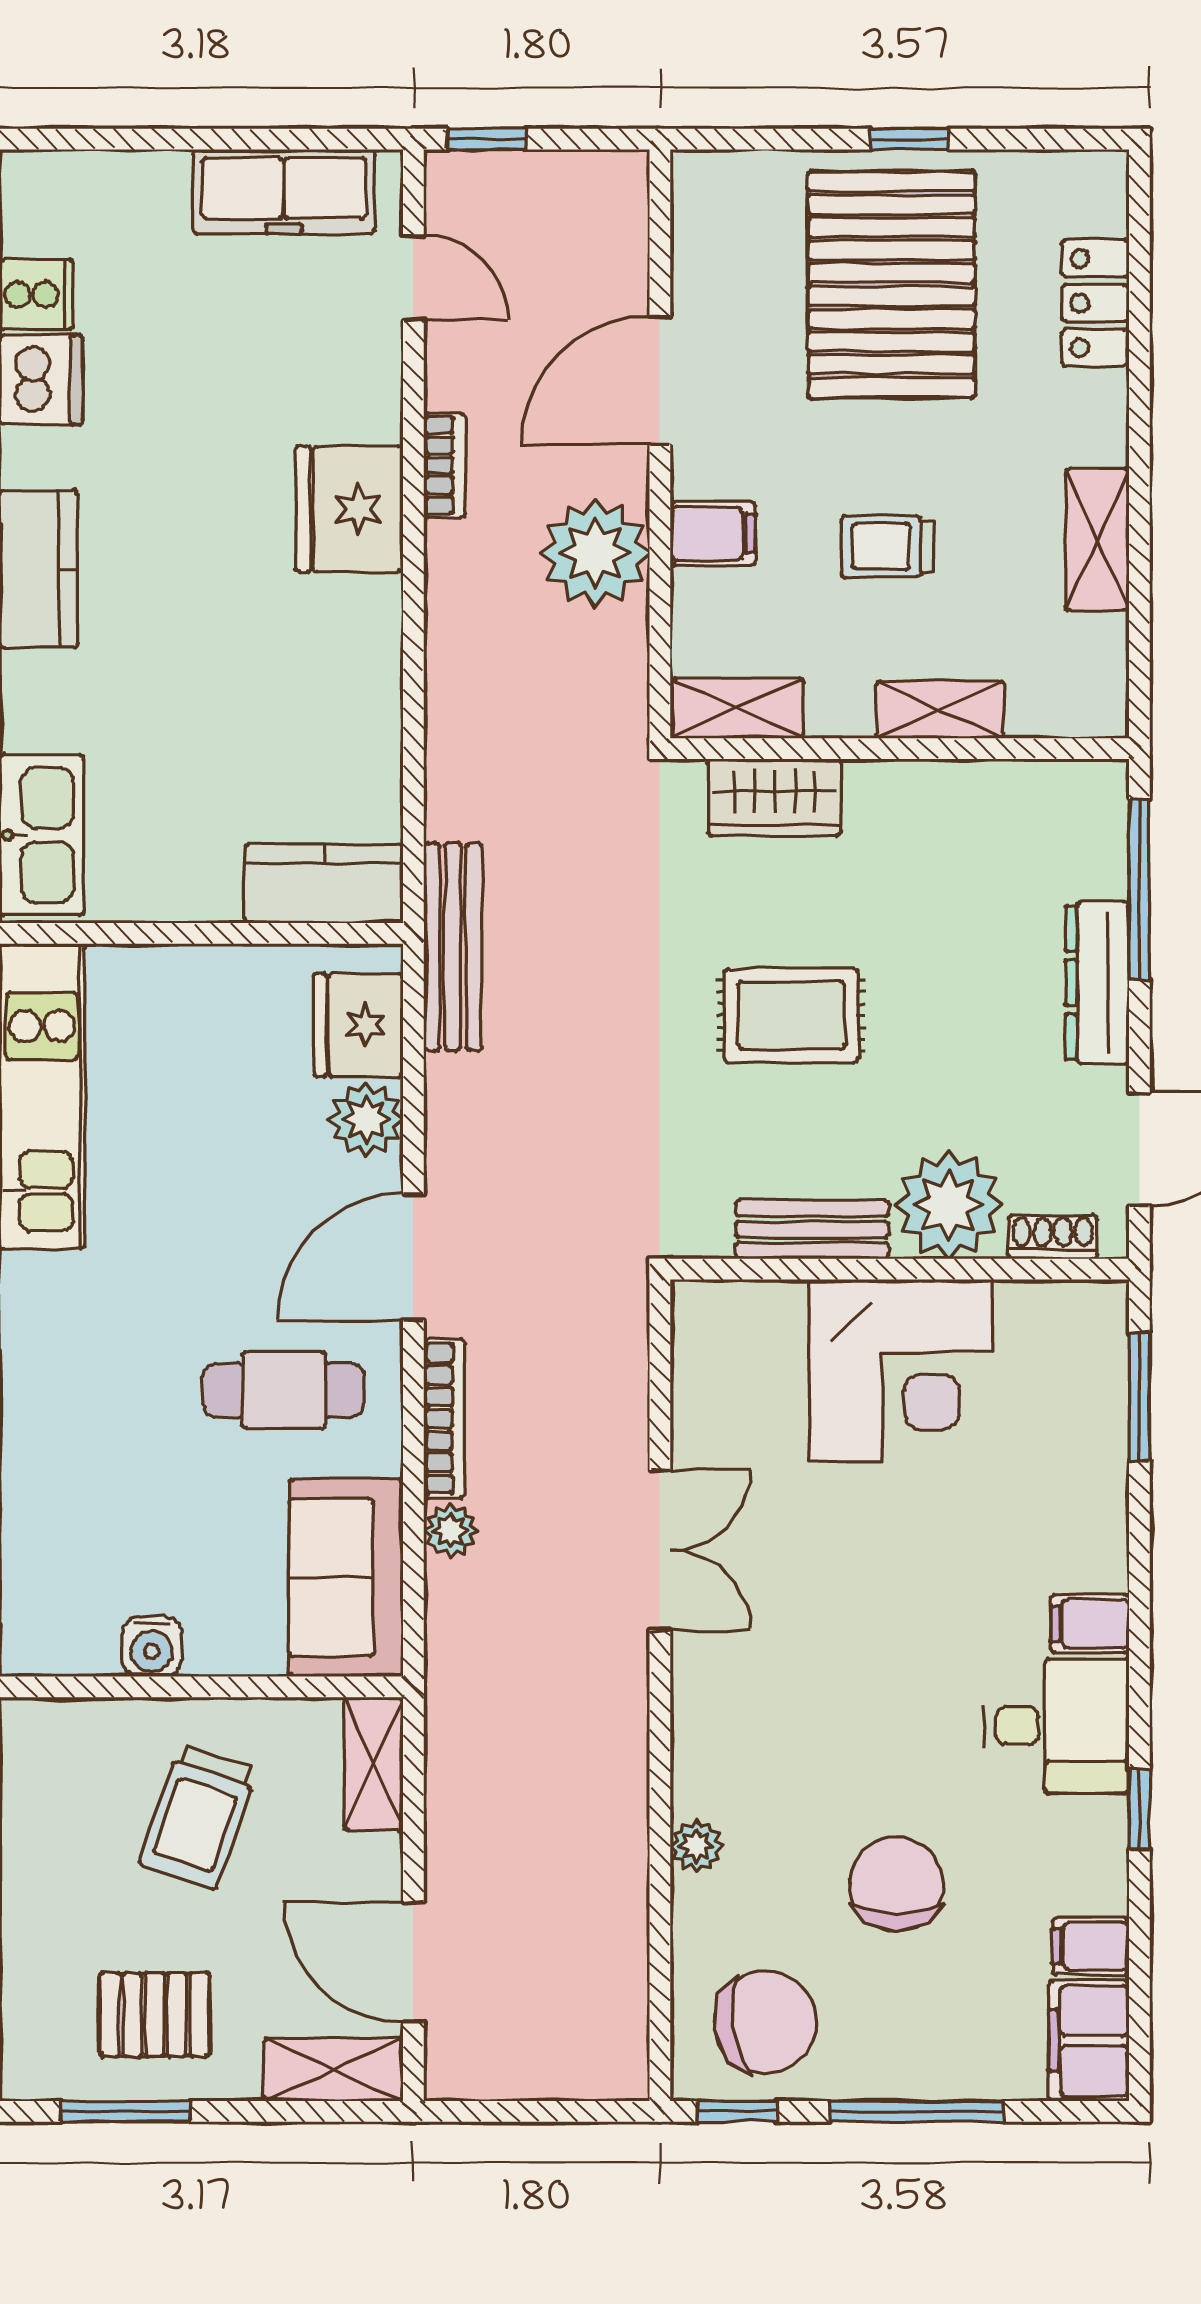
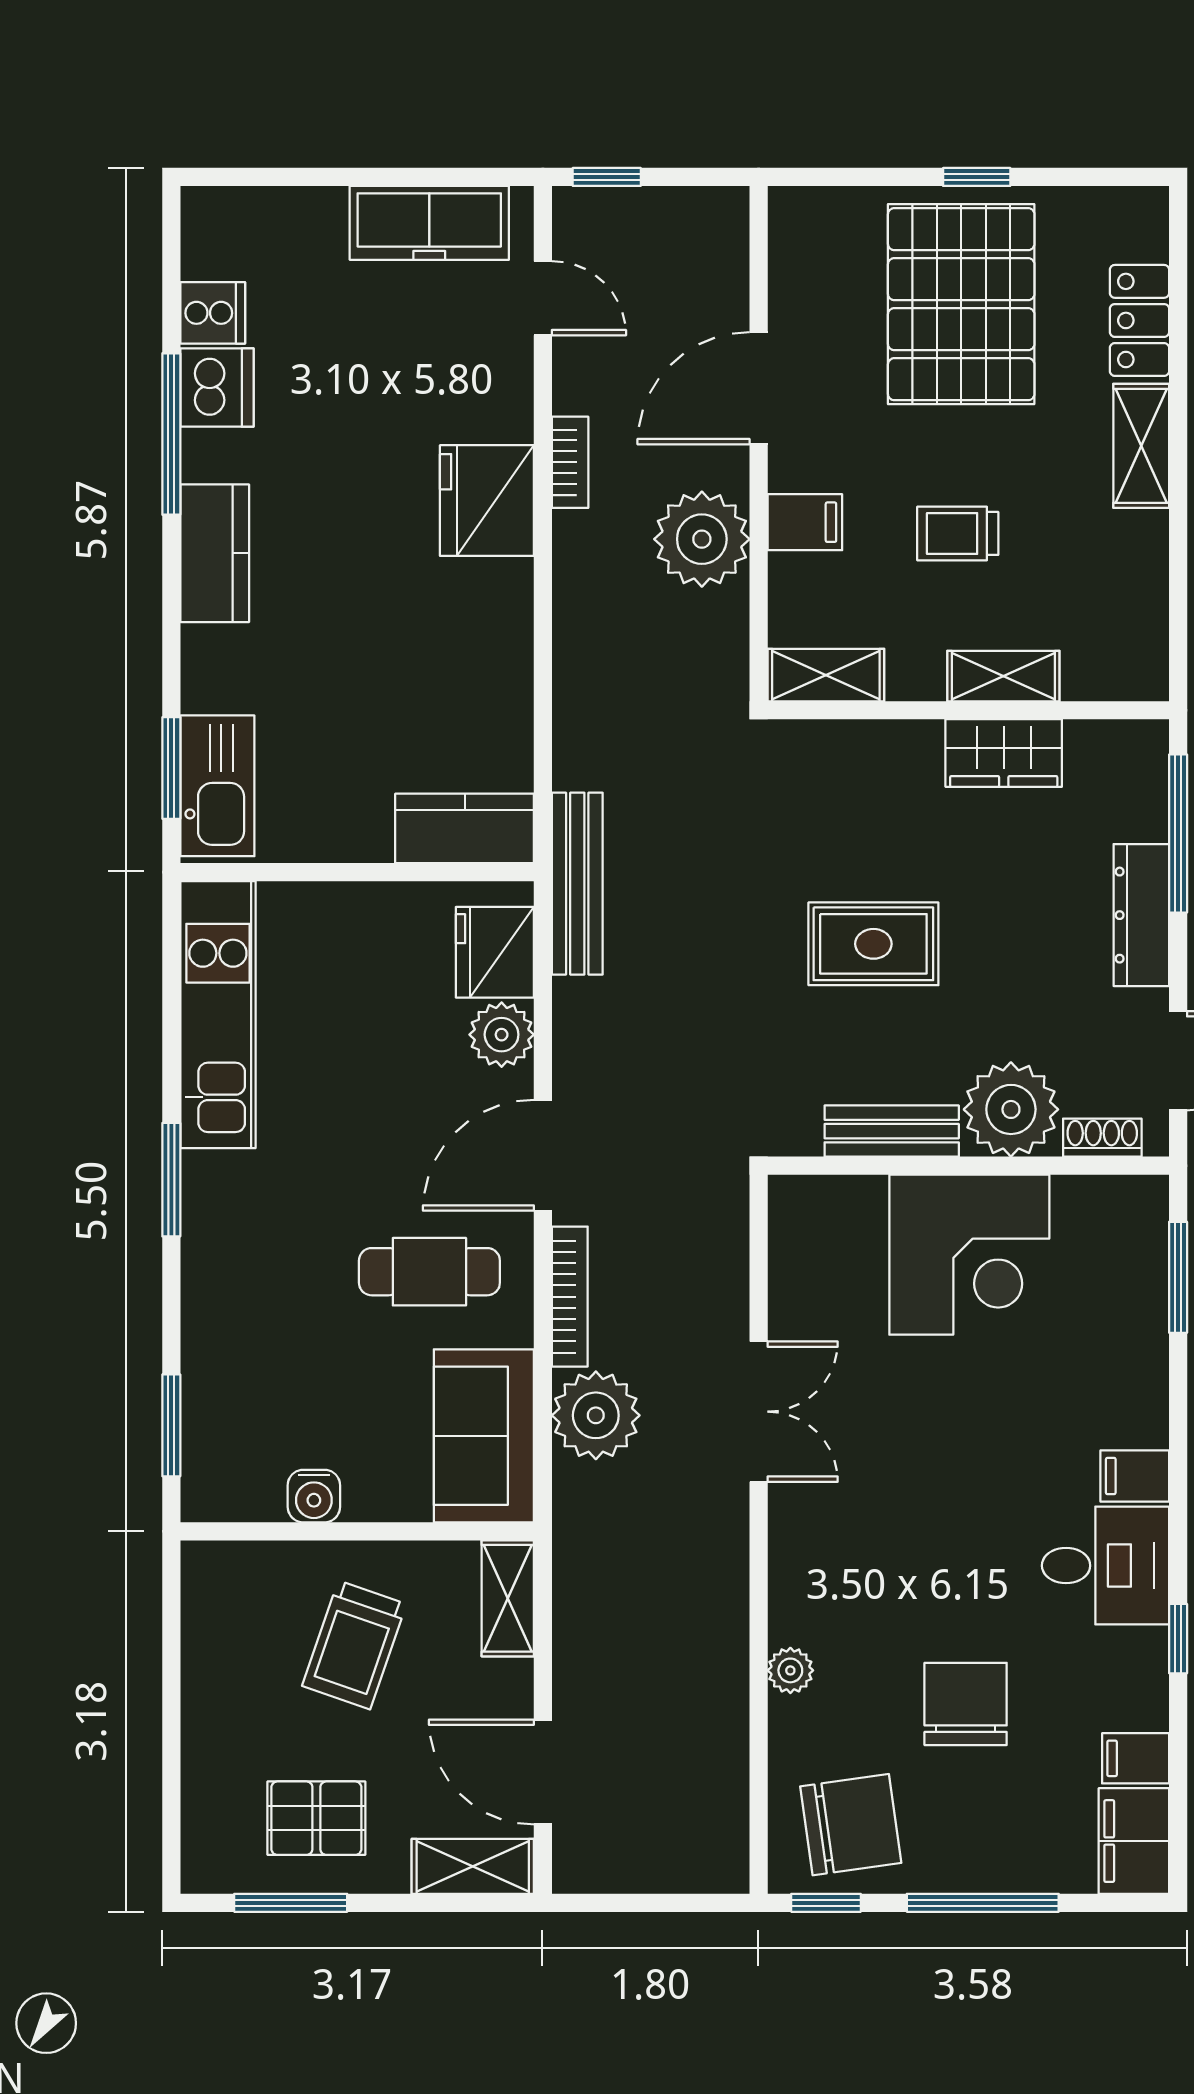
shelving: (1097, 539) -> (1141, 446), moved
wardrobe: (774, 797) -> (1004, 753), moved
plant: (450, 1531) -> (596, 1415), width x1.88, depth x1.88

